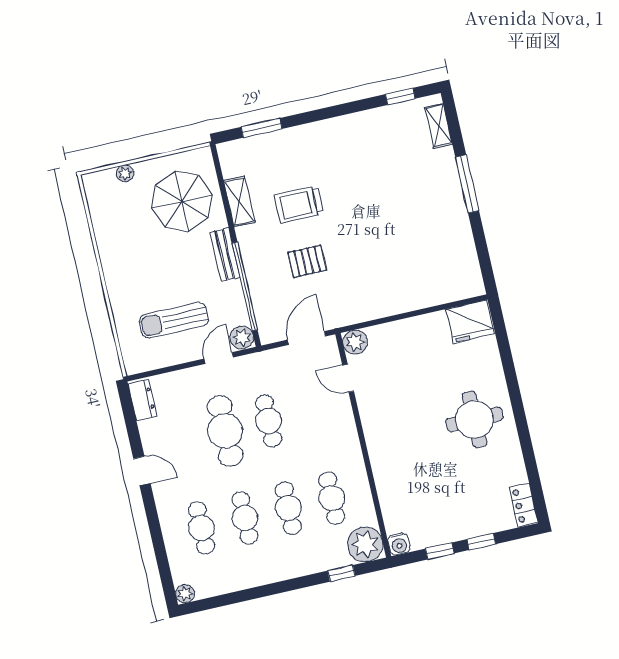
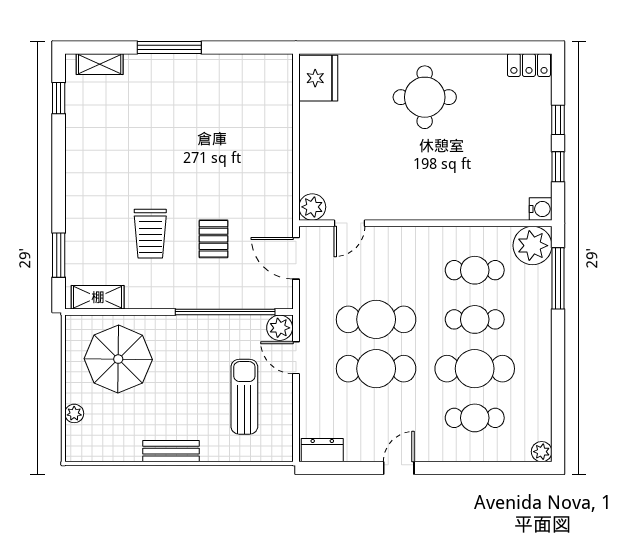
shelving: (239, 201) -> (98, 297), moved
bench: (225, 255) -> (171, 451), moved
sun lounger: (174, 320) -> (244, 397), turned 180
cafe table: (269, 421) -> (376, 319), width x1.37, depth x1.35
cafe table: (245, 518) -> (475, 369), width x1.37, depth x1.35
window: (341, 573) -> (558, 278), width x2.17

